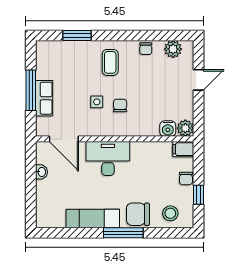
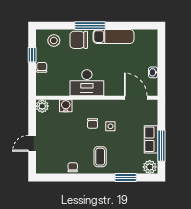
plant: (173, 49) -> (150, 167), moved
window: (31, 90) -> (161, 146), moved
row of seats: (44, 98) -> (151, 139), moved
water cooler: (168, 129) -> (66, 106), moved
filing cabinet: (183, 149) -> (44, 90), removed
desk: (108, 158) -> (87, 83), moved
chair: (138, 214) -> (79, 40), turned 180

